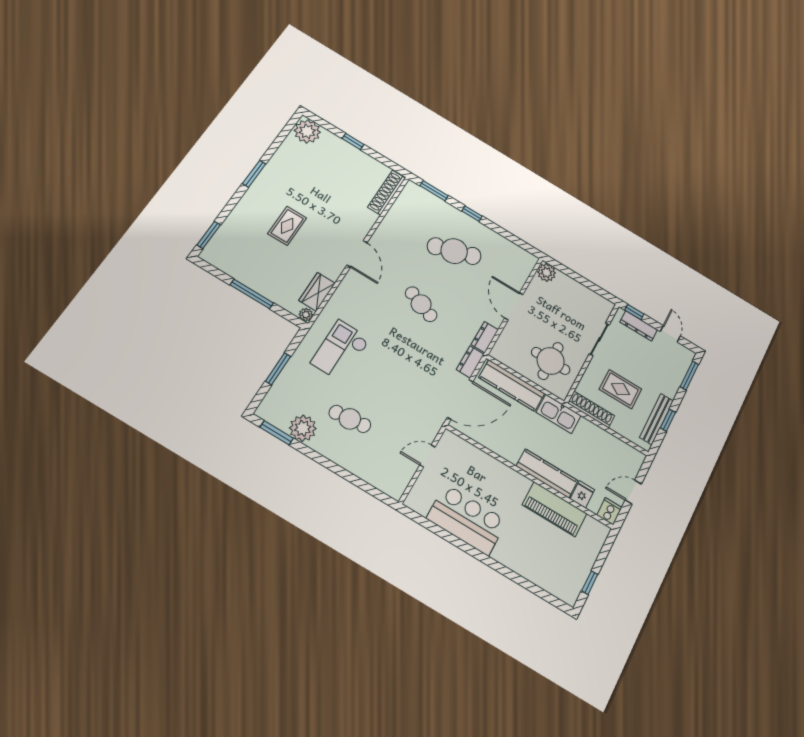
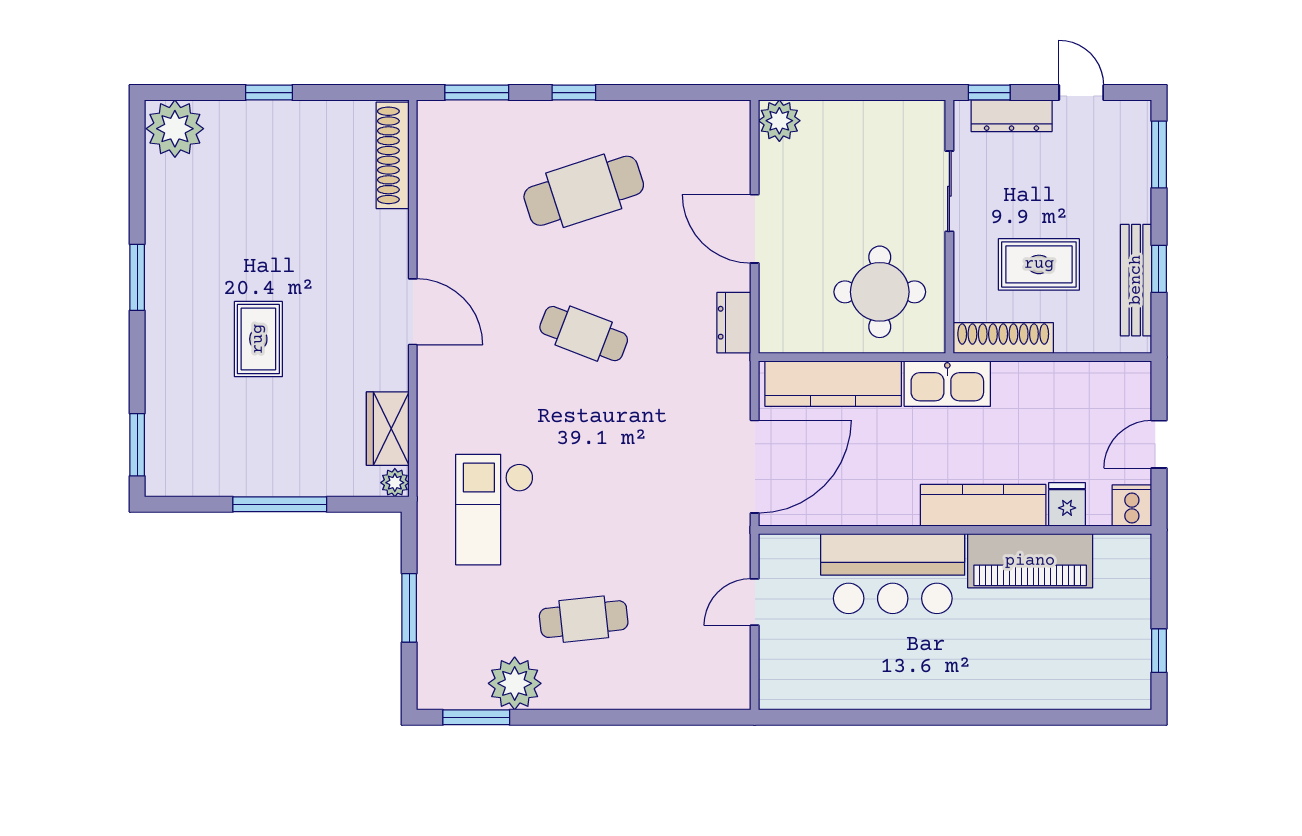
dresser: (470, 362) -> (734, 386), removed
bar counter: (467, 520) -> (893, 574), moved, turned 180

